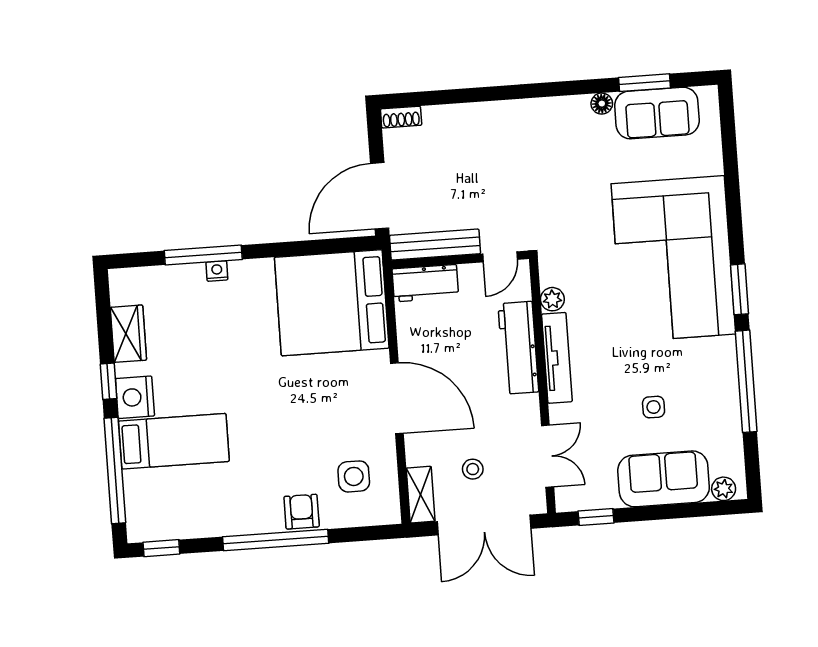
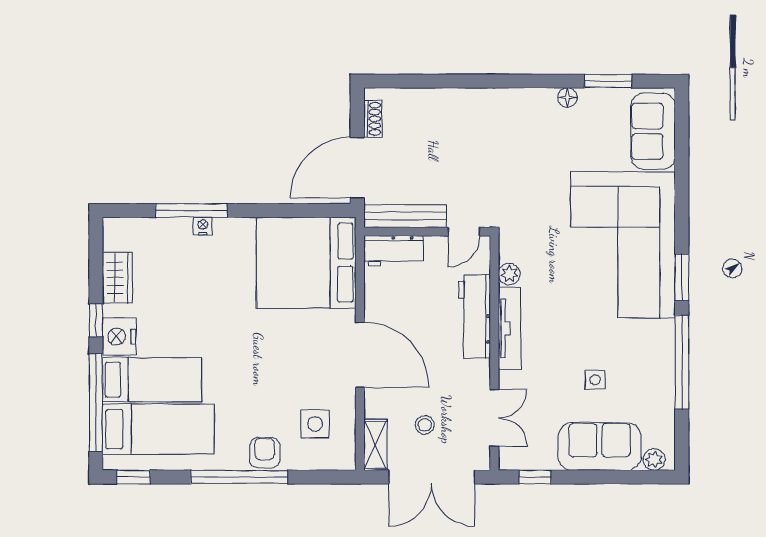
sofa: (657, 113) -> (653, 131), moved, turned 90
shoe rack: (401, 117) -> (373, 119), moved, turned -90
bed: (184, 494) -> (158, 429), added

